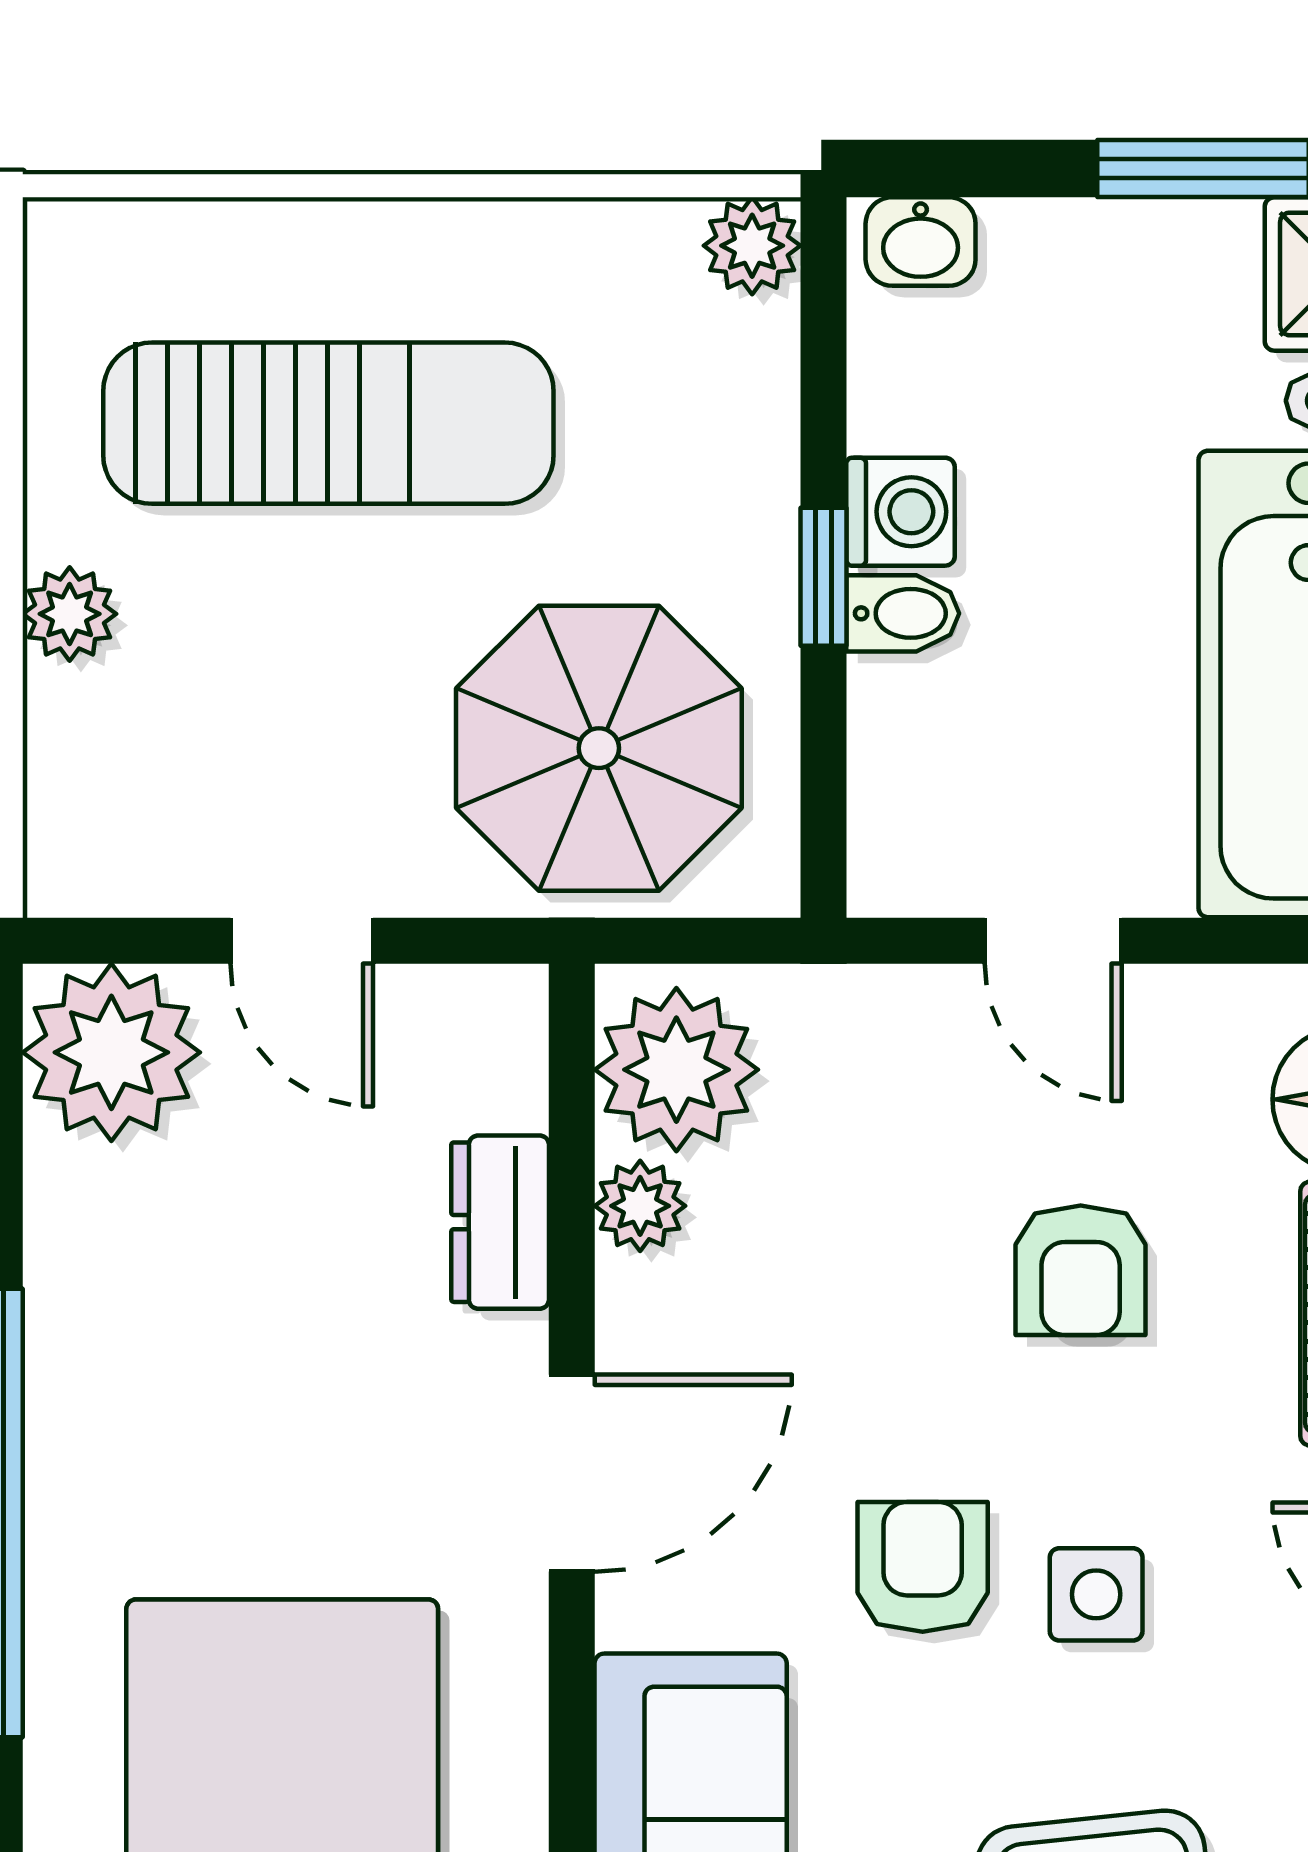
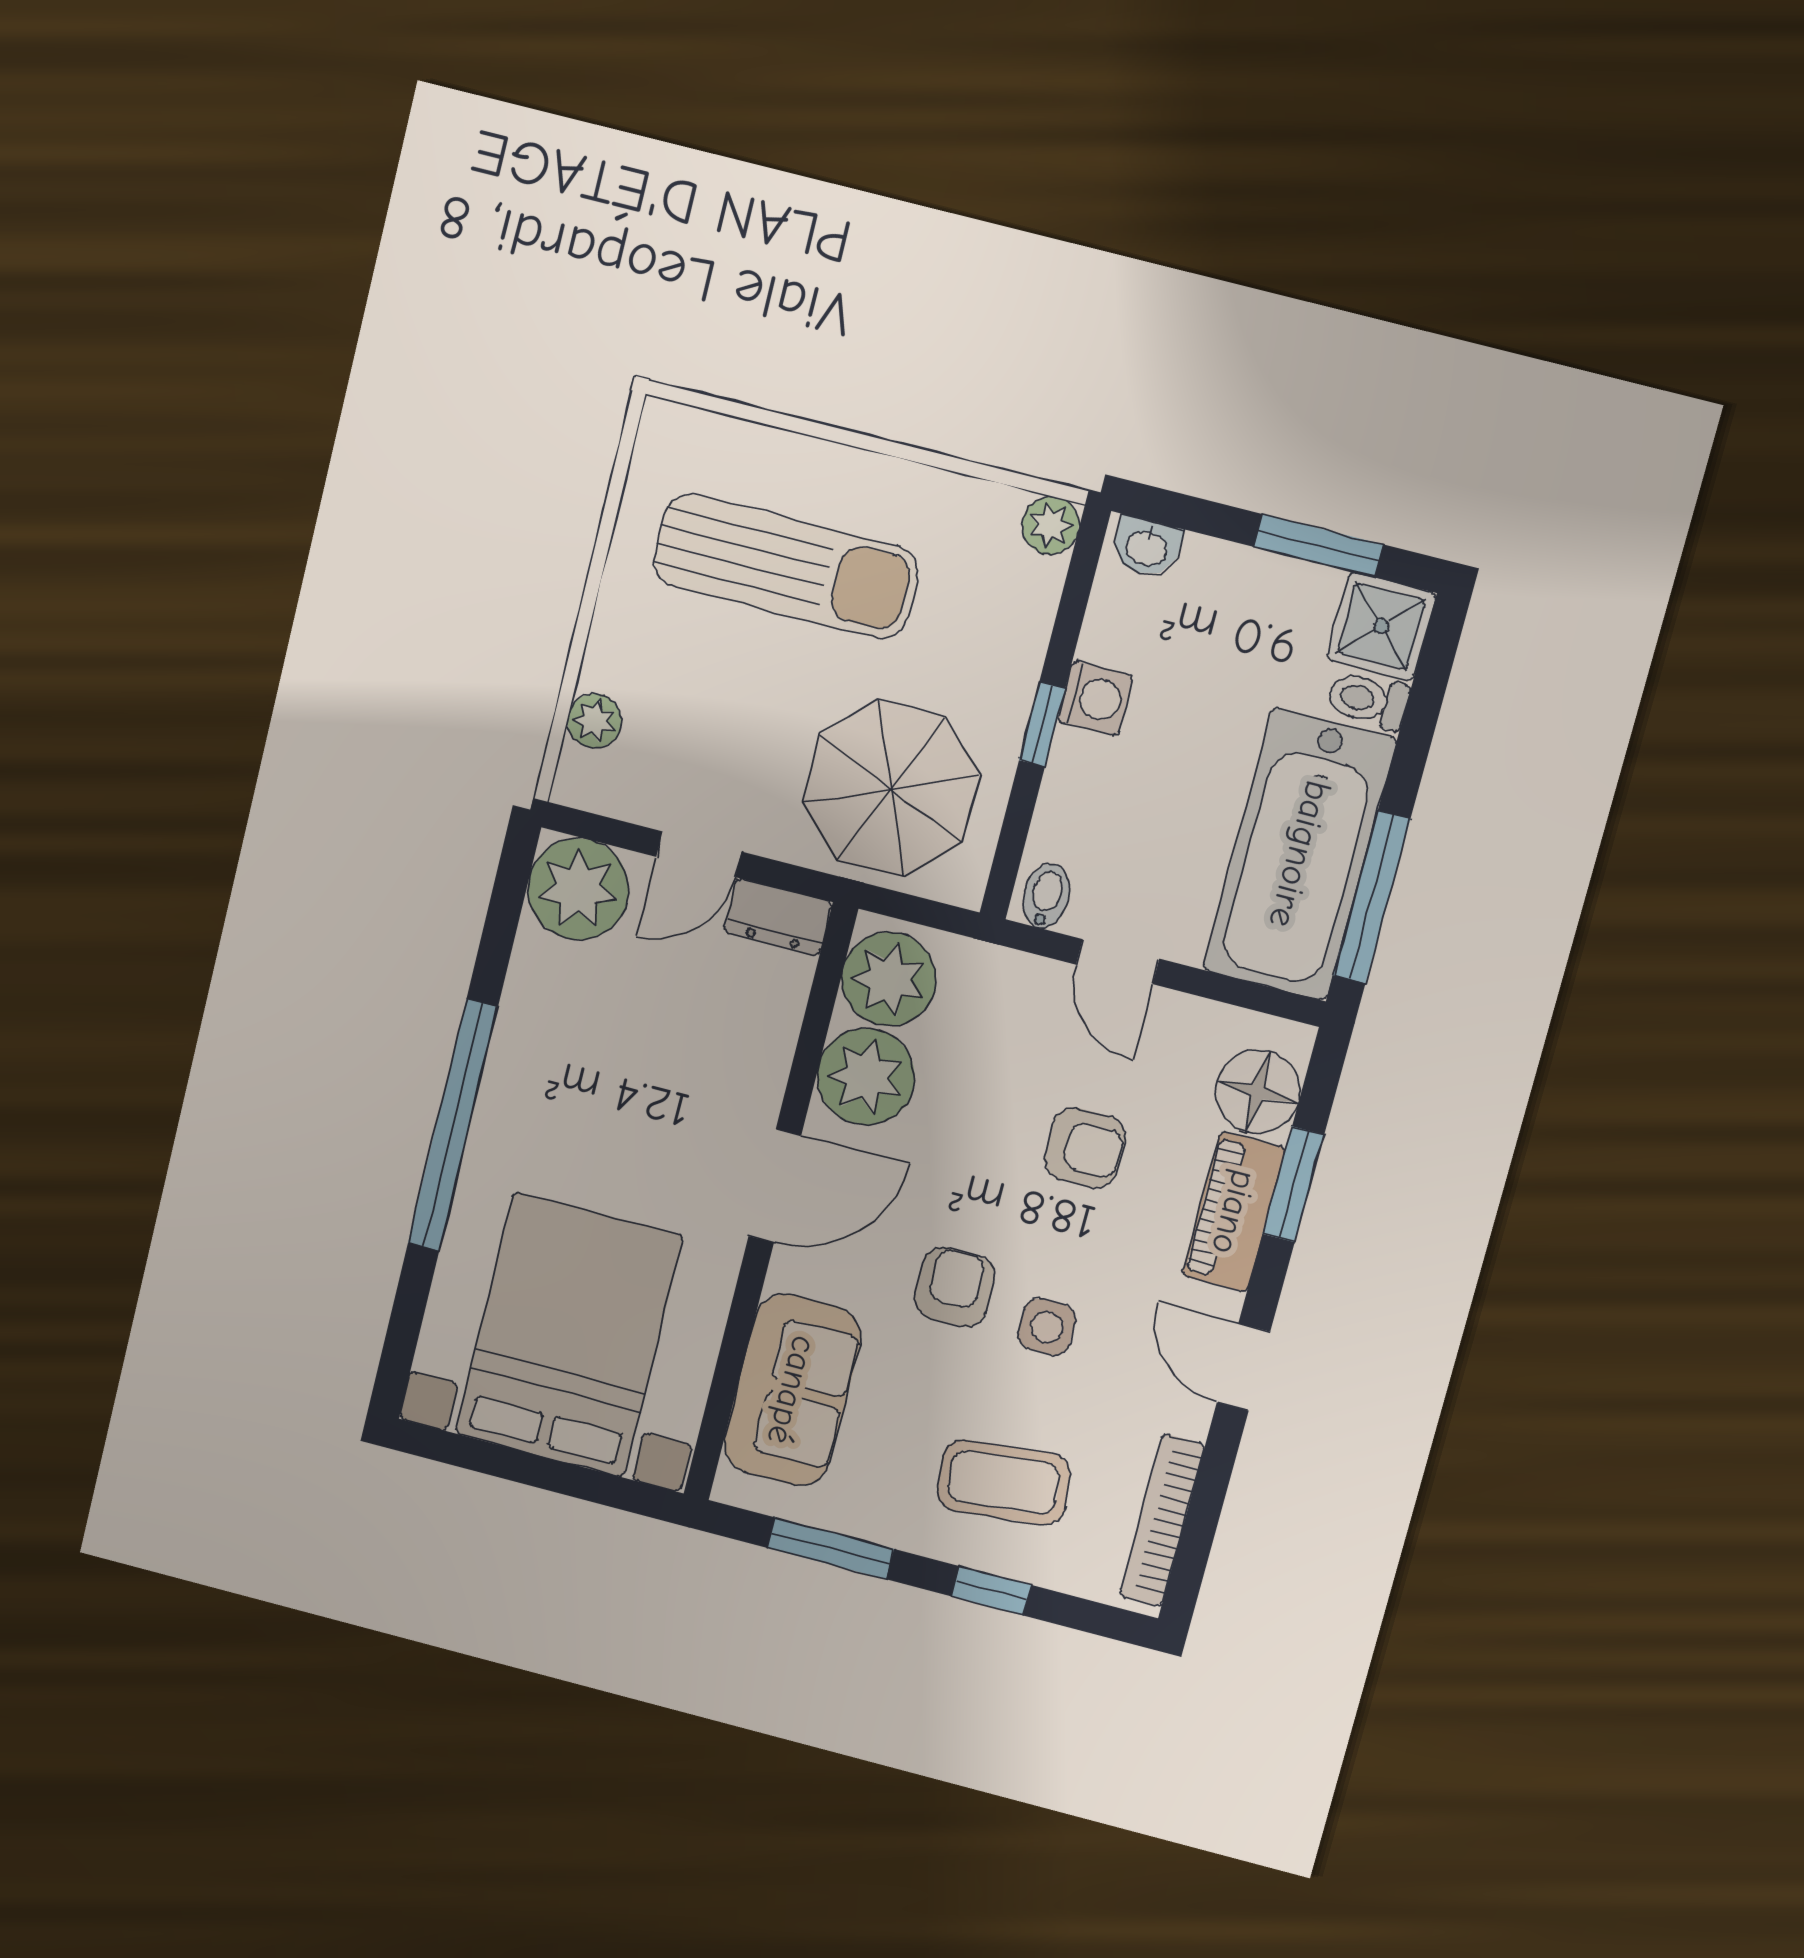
bidet: (903, 613) -> (1046, 896), moved, turned -90
plant: (70, 614) -> (594, 721), moved
door: (302, 941) -> (699, 854), hinge flipped
plant: (640, 1206) -> (866, 1077), width x1.88, depth x1.88
dresser: (500, 1222) -> (778, 917), moved, turned -90
armchair: (1081, 1270) -> (1085, 1148), turned -90

